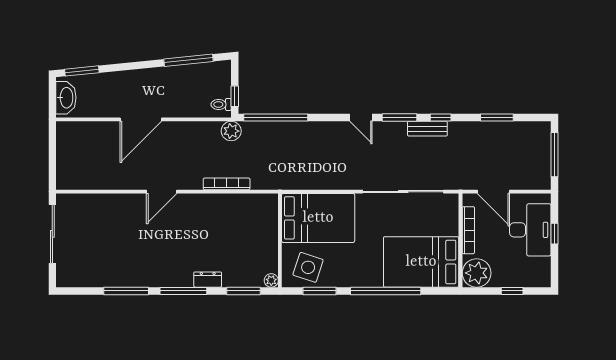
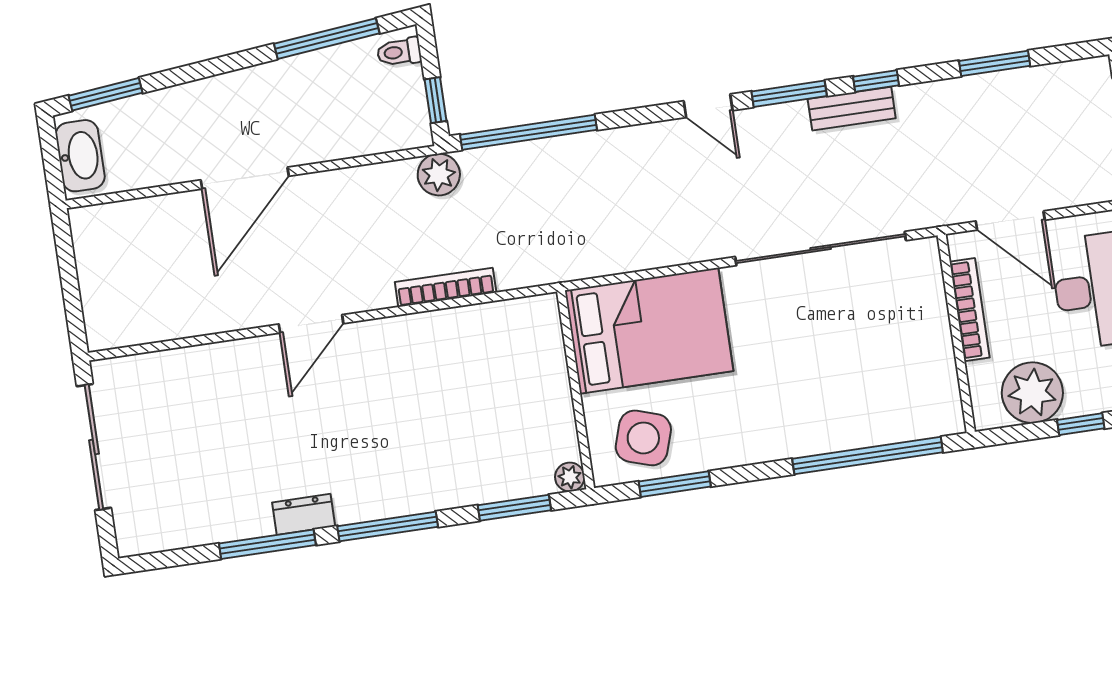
toilet: (221, 104) -> (399, 52), moved
bed: (421, 262) -> (880, 391), removed
plant: (477, 273) -> (1032, 393), moved
dresser: (208, 280) -> (304, 514), moved
window: (386, 291) -> (868, 456), moved

